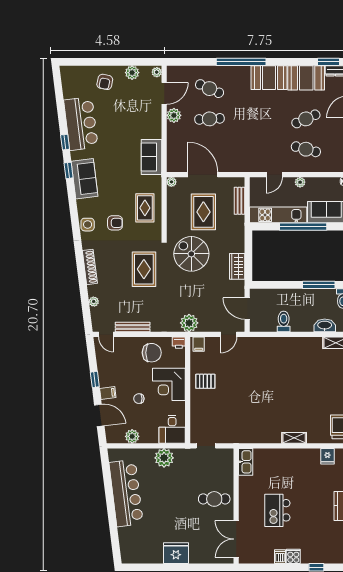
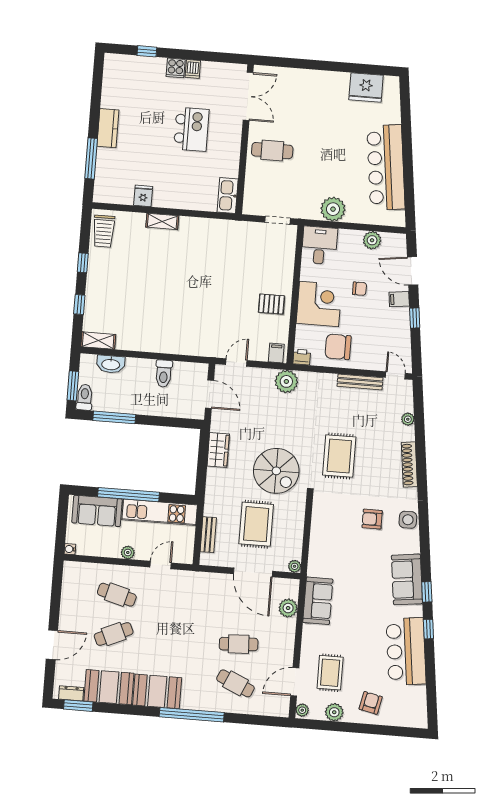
plant: (174, 115) -> (288, 608), moved
rug: (145, 208) -> (330, 673), moved
fridge: (327, 456) -> (143, 196), moved
fridge: (176, 553) -> (366, 87), moved

